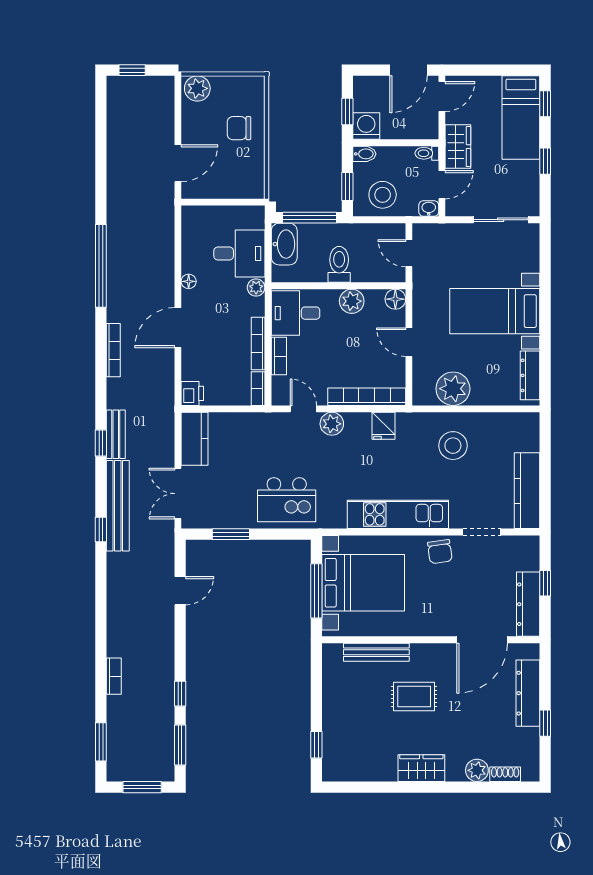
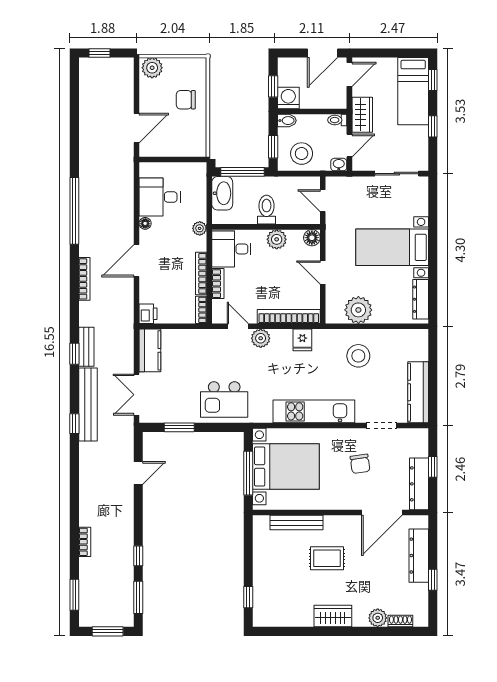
desk: (239, 253) -> (160, 197), moved, turned 180
chair: (440, 552) -> (360, 464), moved

